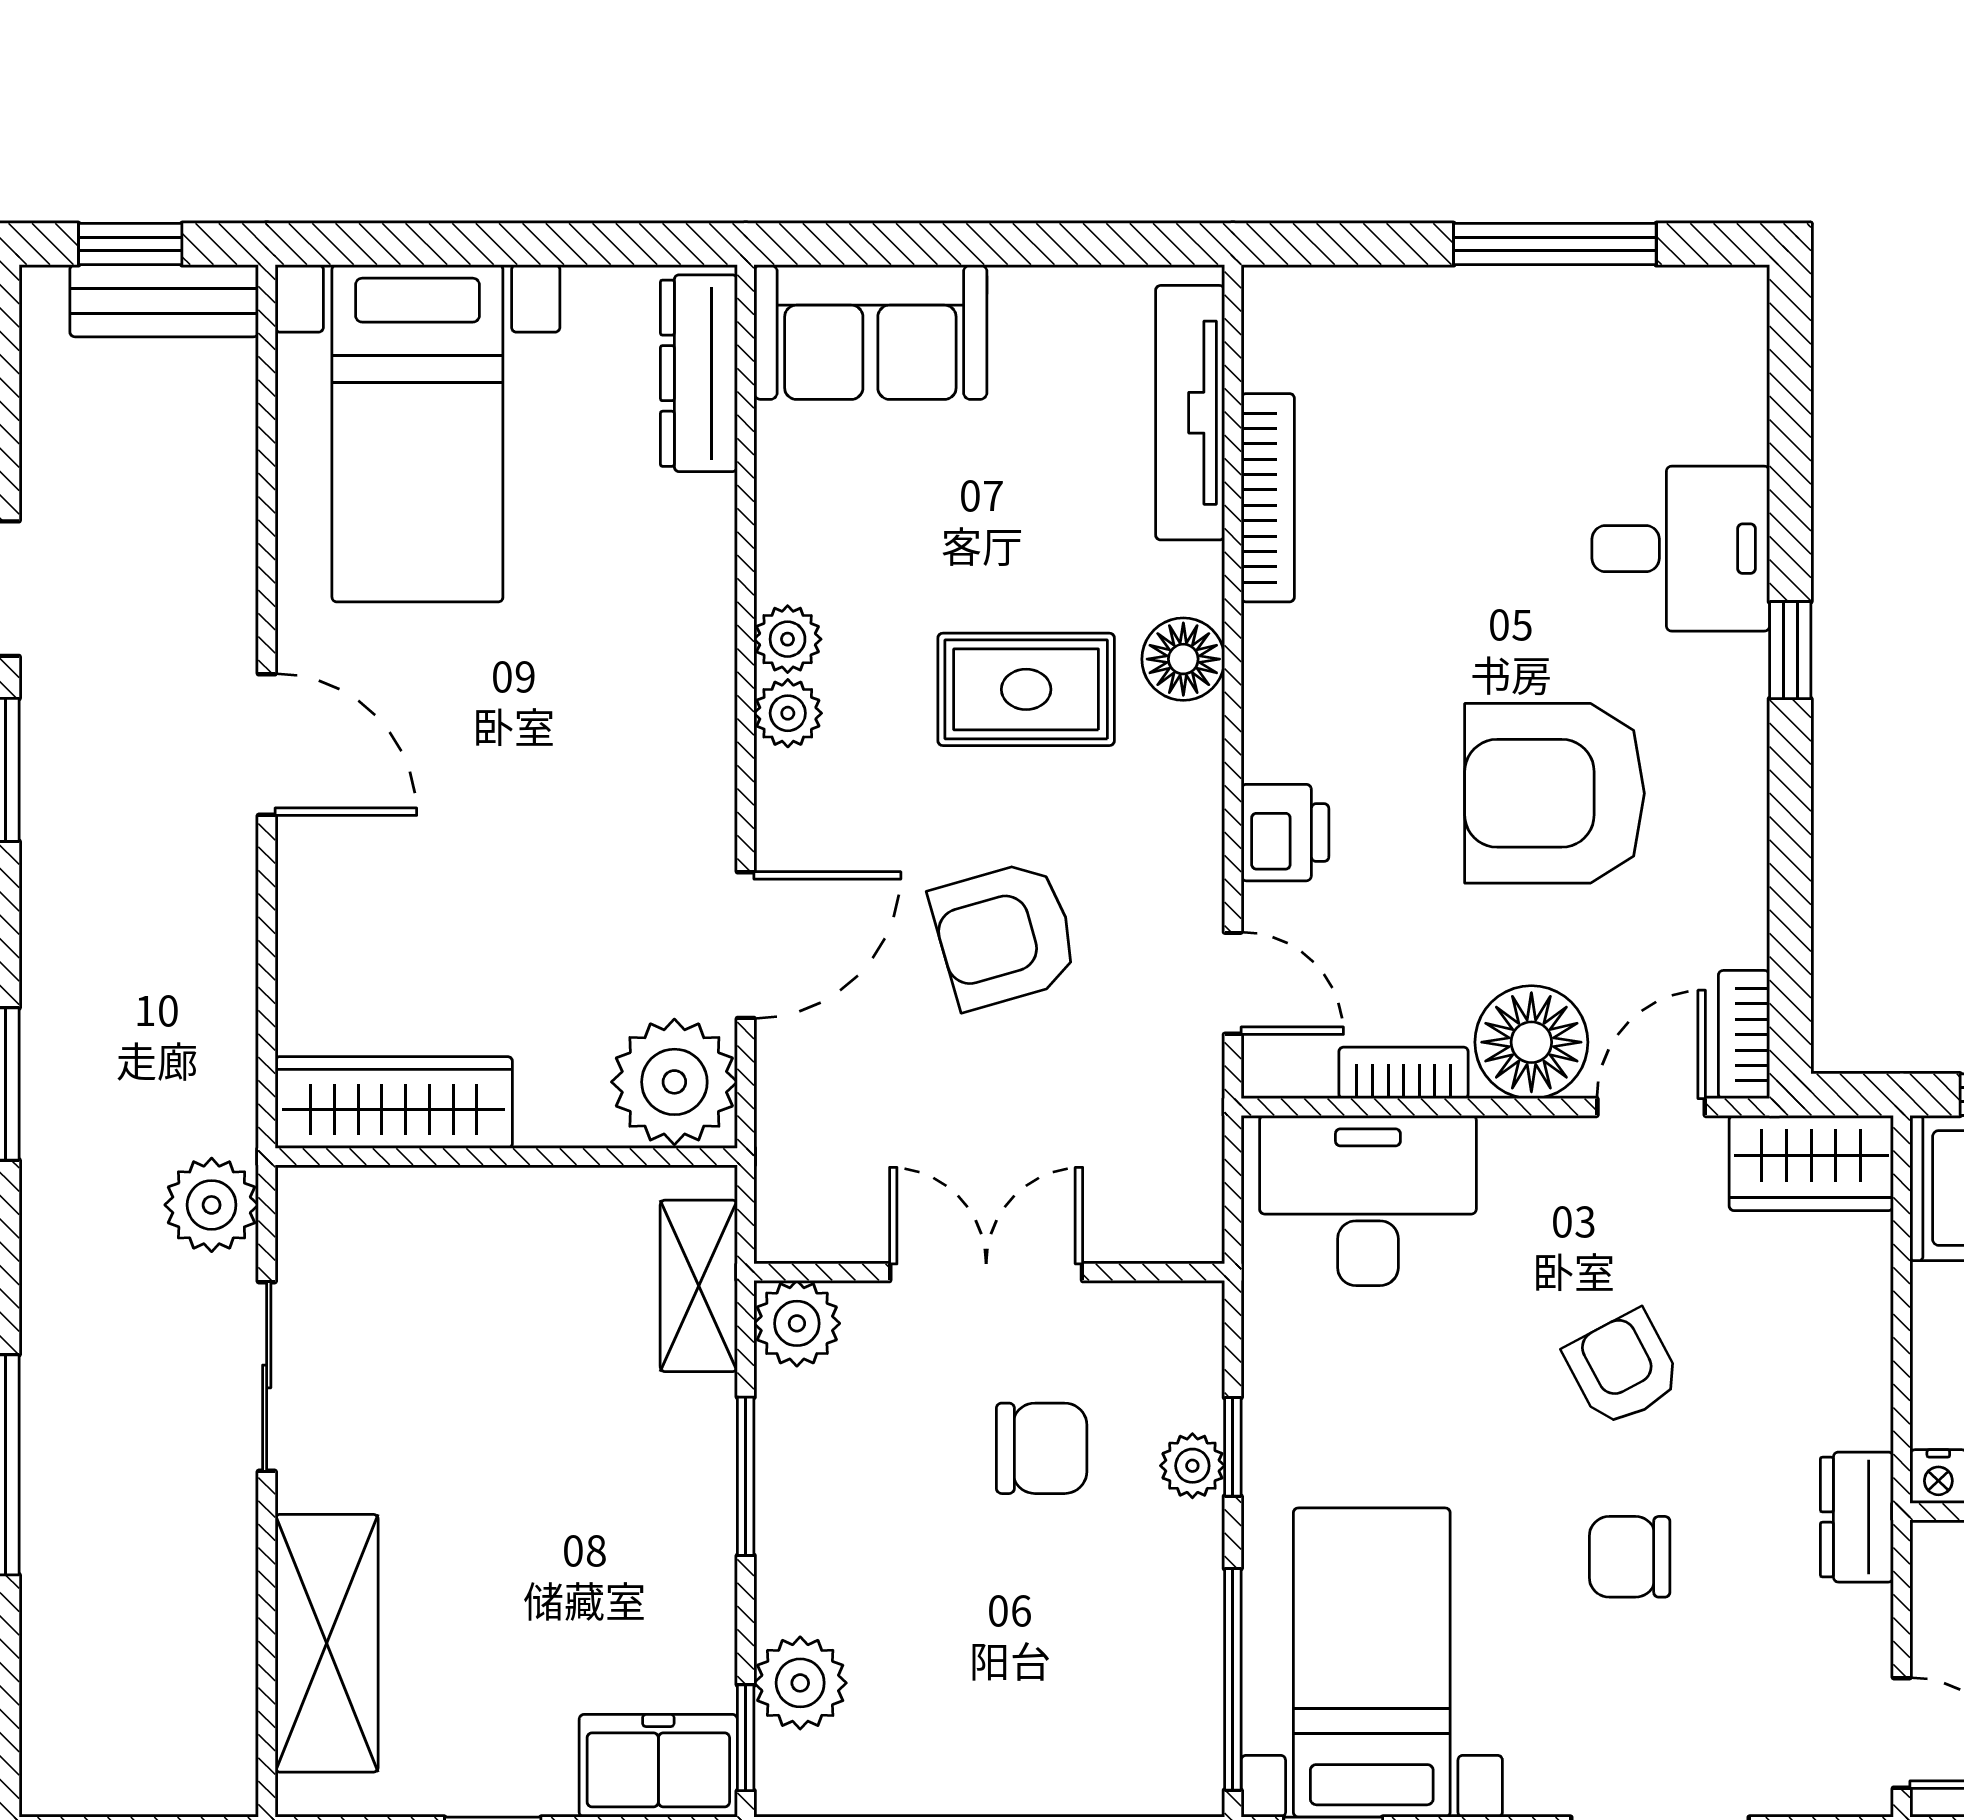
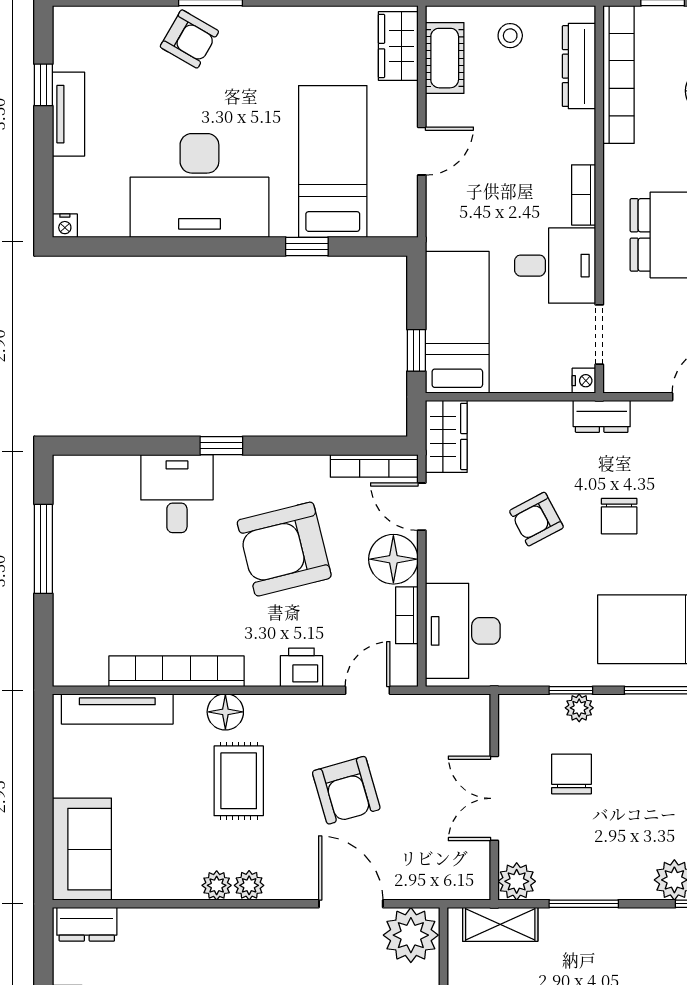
dresser: (699, 373) -> (87, 924), width x0.70
bookcase: (1268, 498) -> (176, 671), width x1.48, depth x1.31
armchair: (1555, 793) -> (284, 549), turned 76
bookcase: (1744, 1035) -> (374, 466), width x1.56

